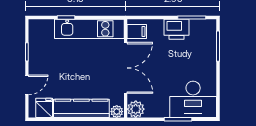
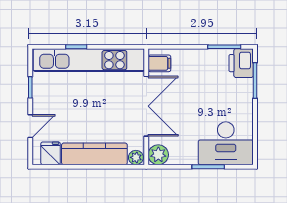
kitchen unit: (89, 29) -> (89, 60), width x1.36
printer: (177, 29) -> (241, 63), moved, turned 90

